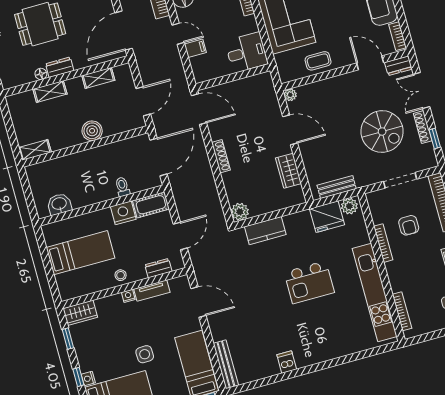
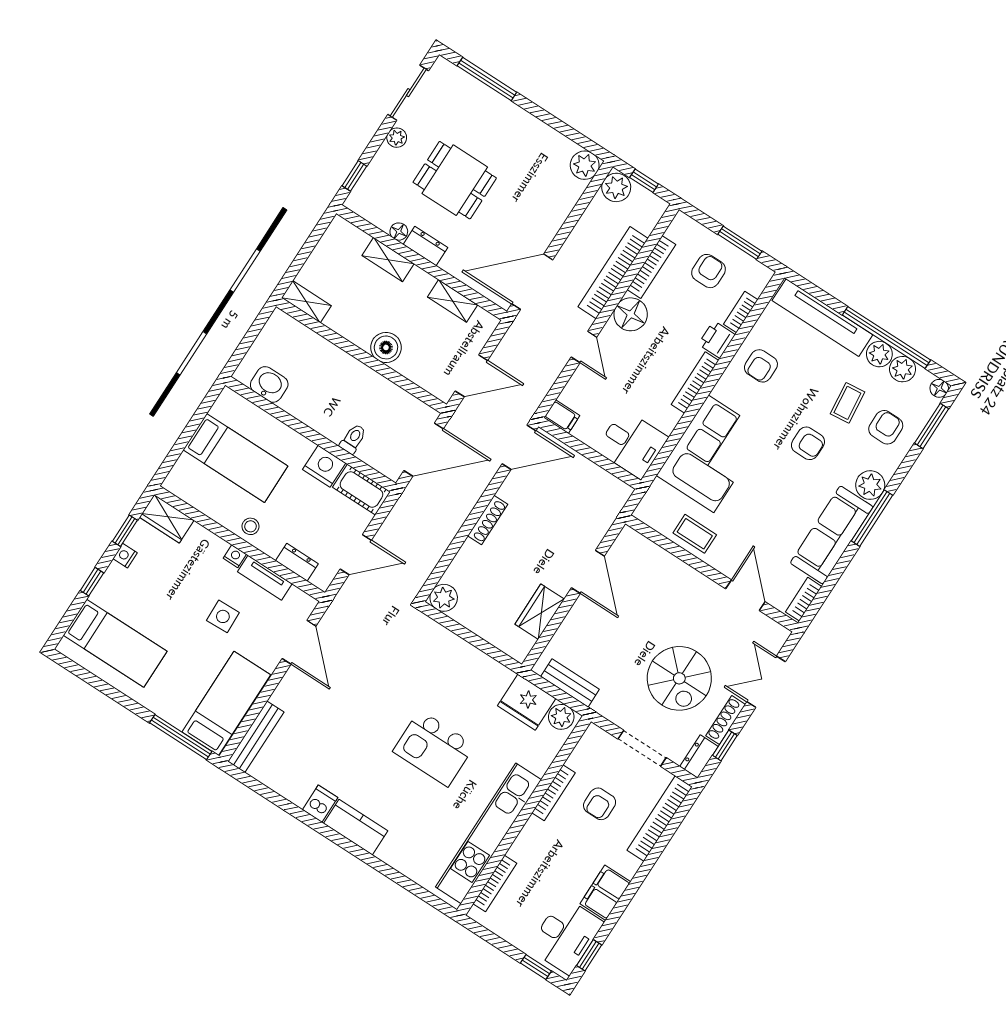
filing cabinet: (195, 48) -> (562, 417), moved
dresser: (398, 66) -> (699, 757), moved, turned 90
plant: (290, 95) -> (628, 537), removed
door: (199, 109) -> (519, 447), hinge flipped
kitchen counter: (265, 231) -> (356, 827), moved, turned 180
side table: (145, 354) -> (223, 616), moved
nightstand: (88, 379) -> (125, 556), moved

